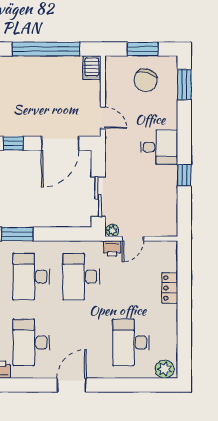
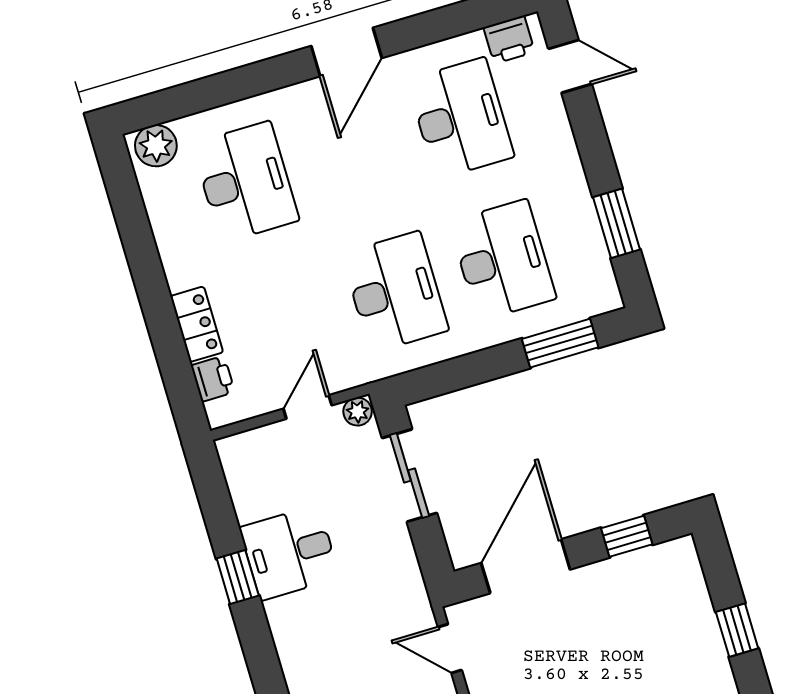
desk: (159, 147) -> (290, 553), moved
printer: (112, 248) -> (213, 379), moved, turned 90

